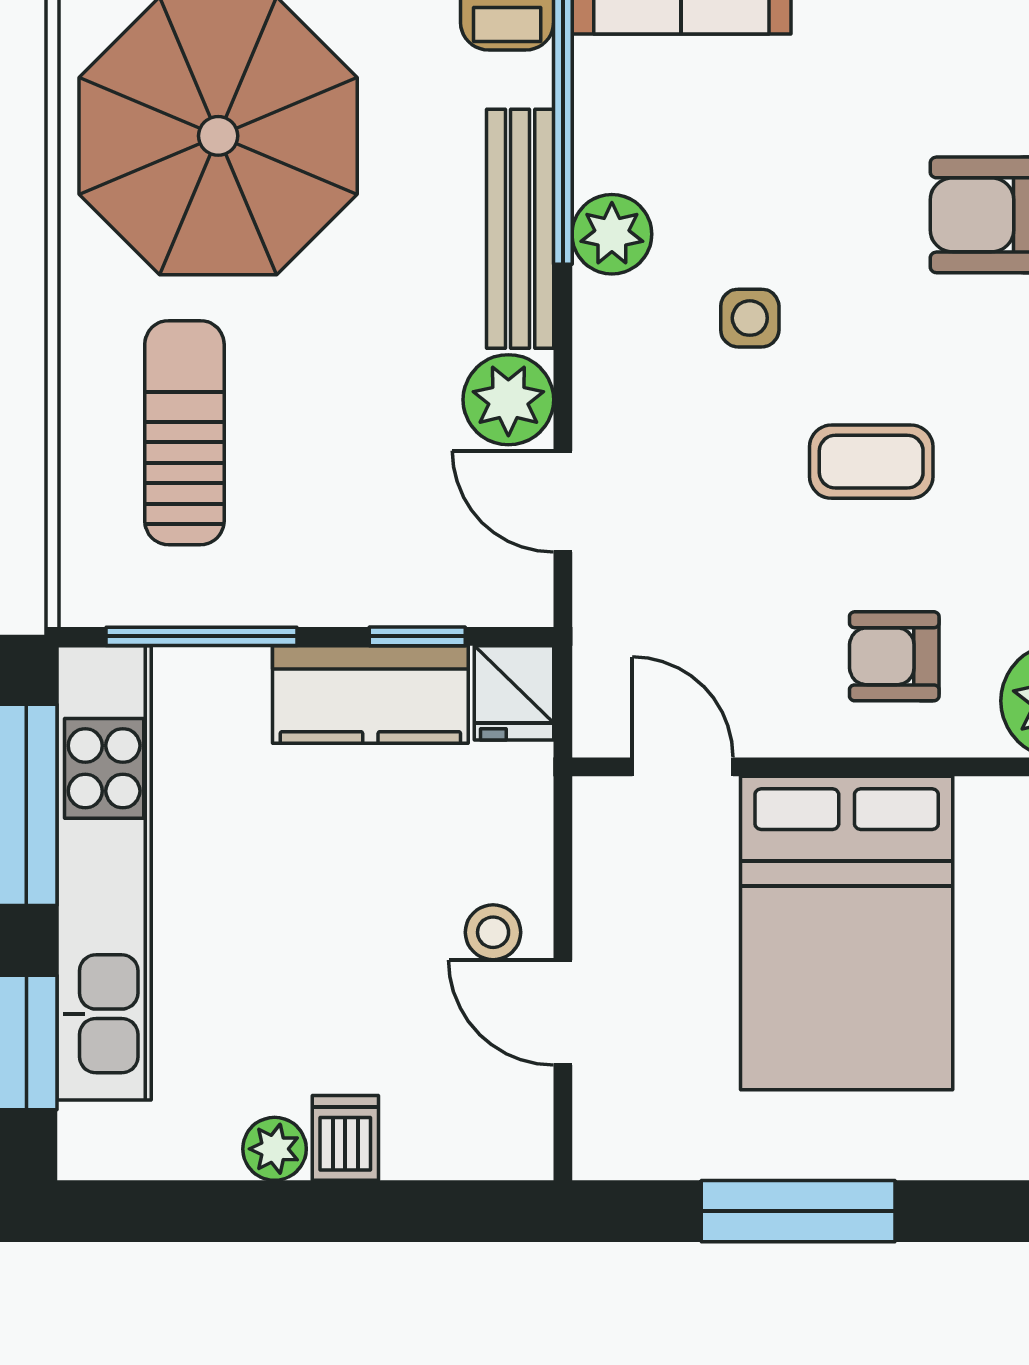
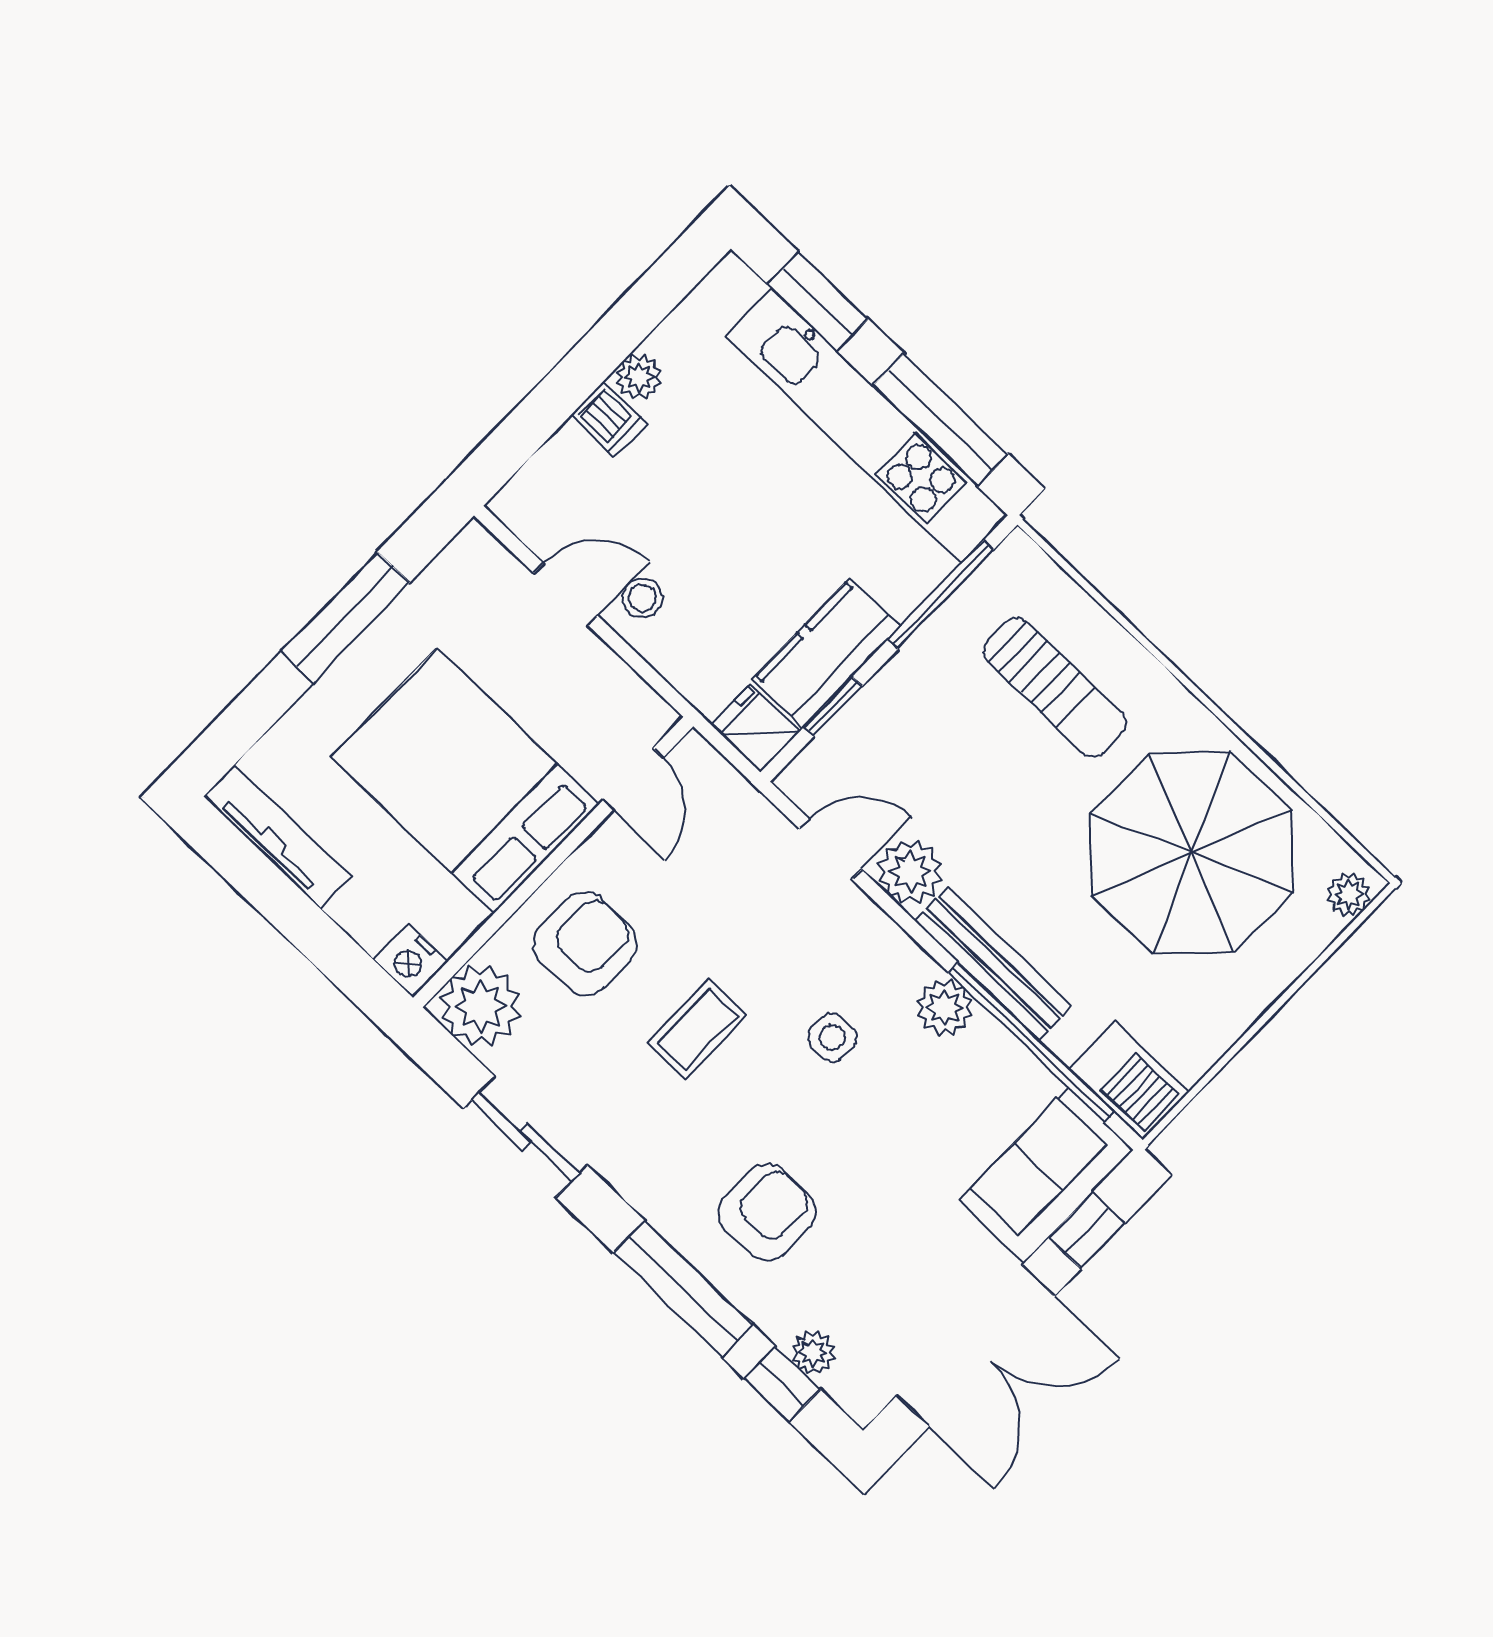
armchair: (894, 656) -> (585, 944), width x1.38, depth x1.38
door: (683, 767) -> (633, 779), hinge flipped

